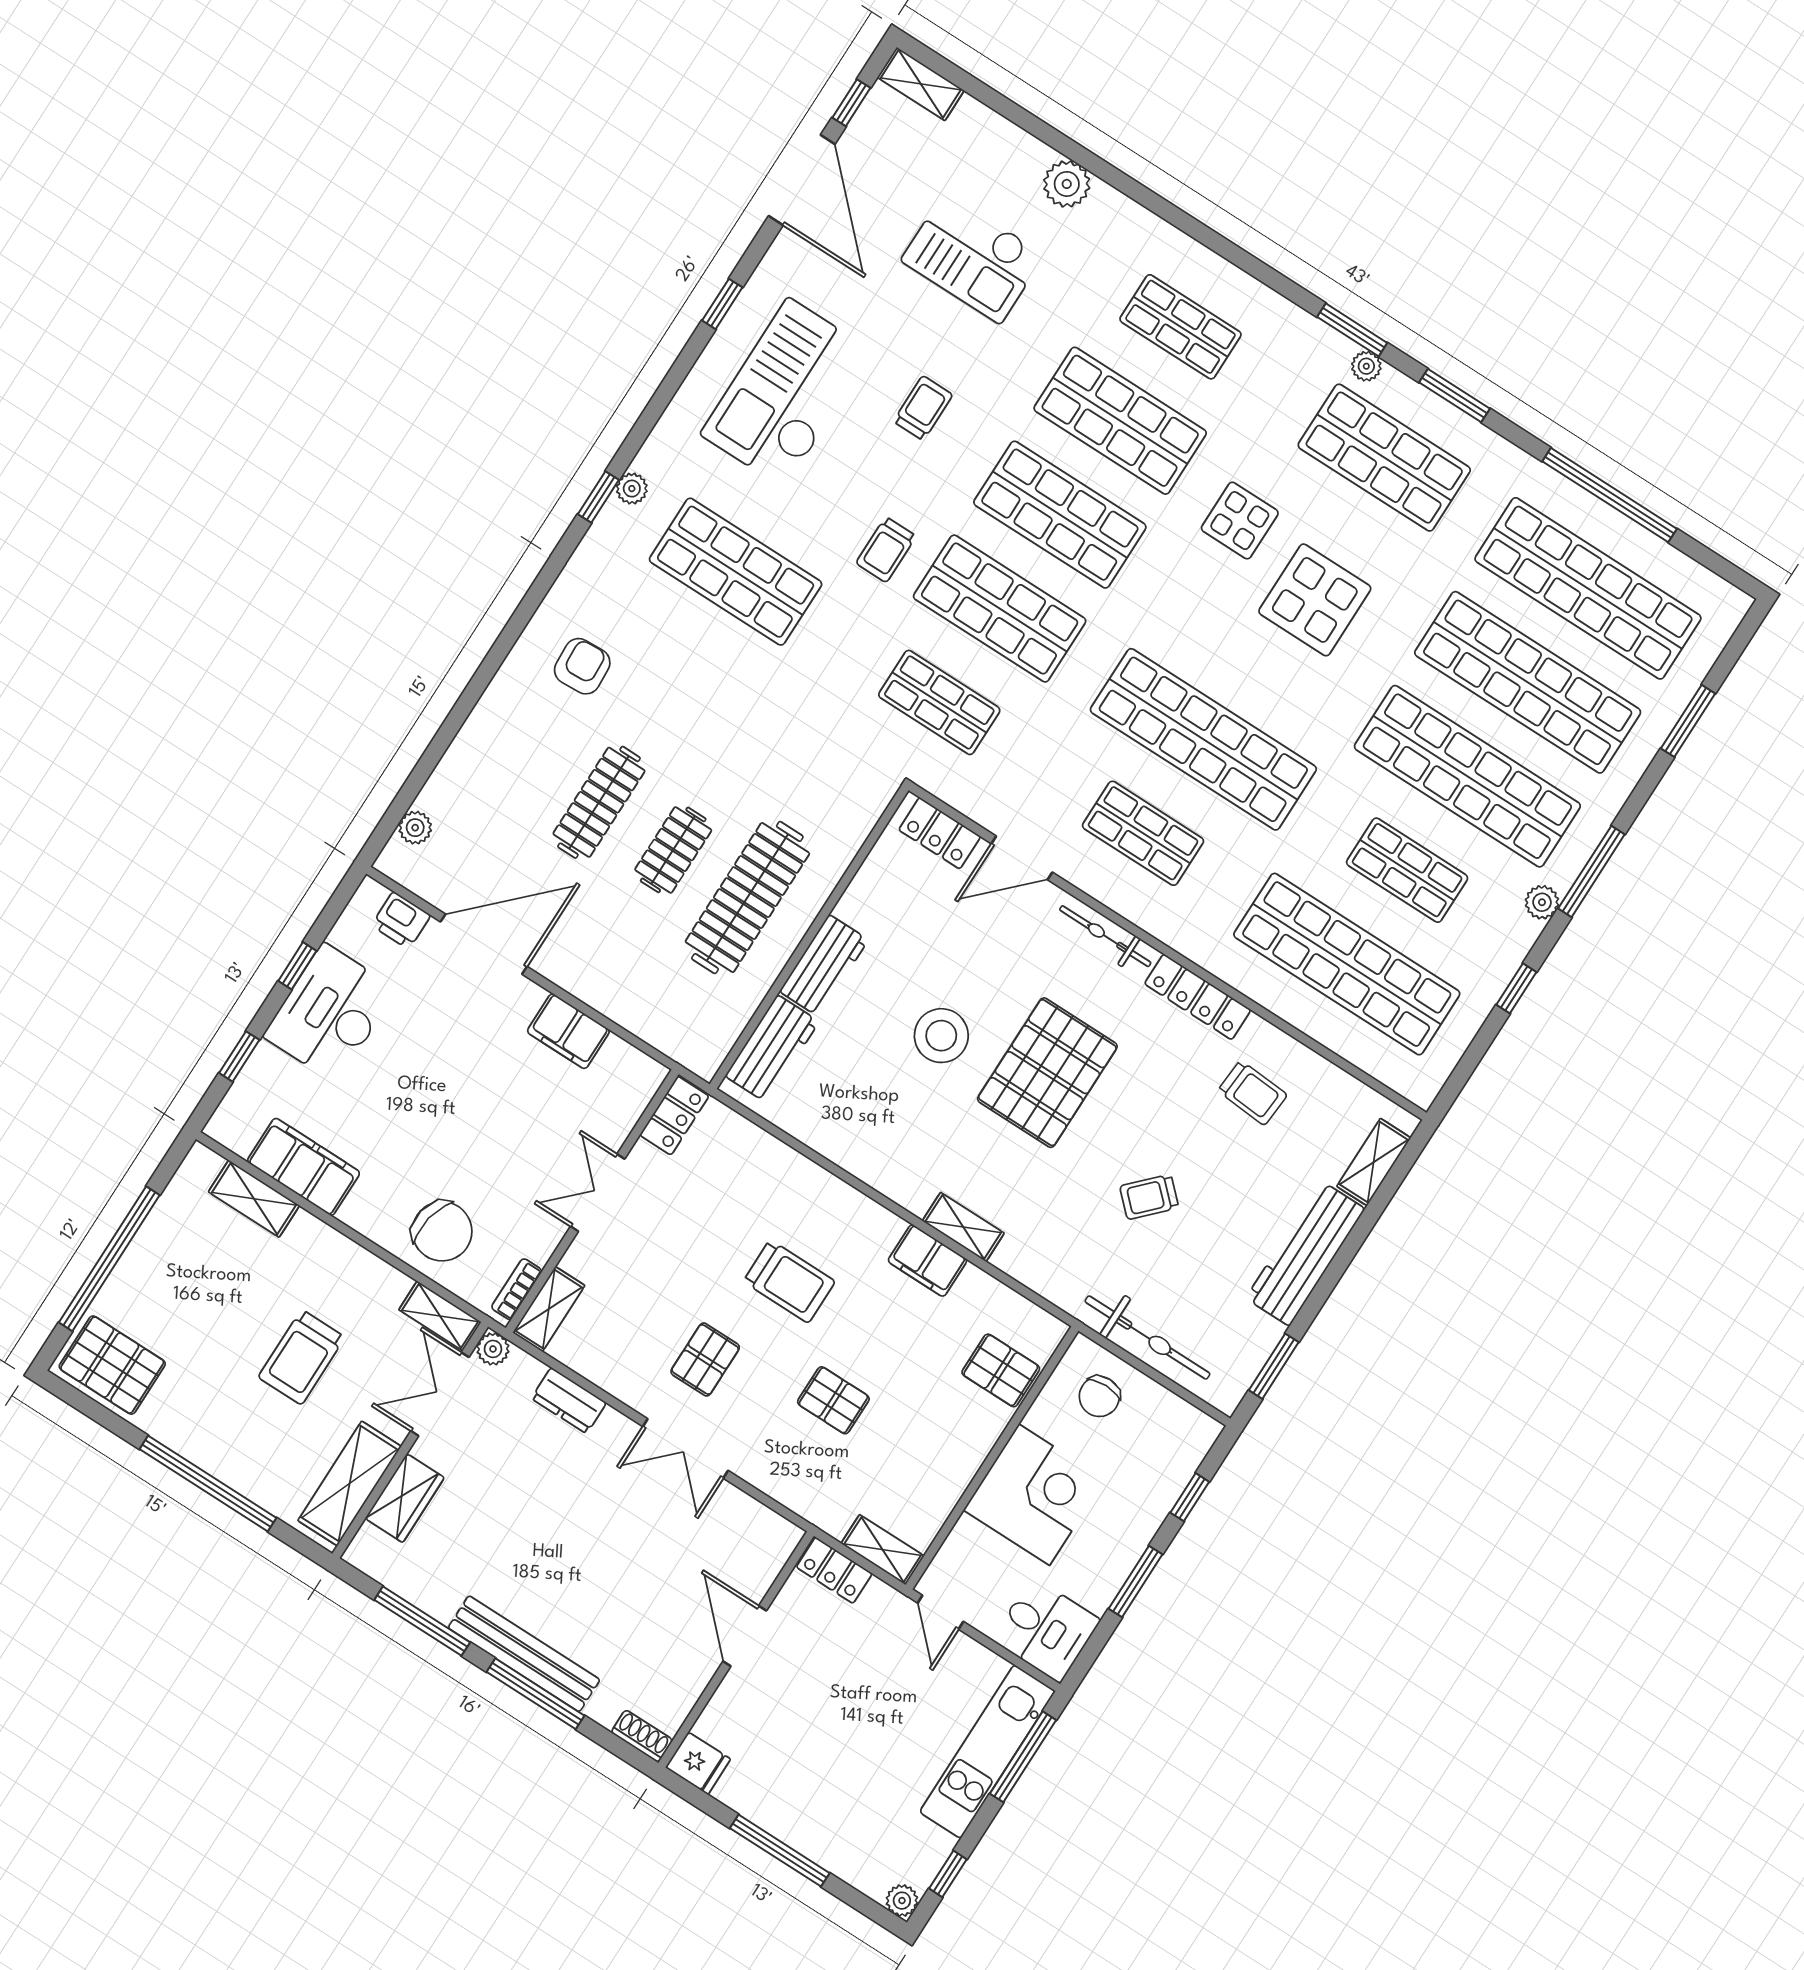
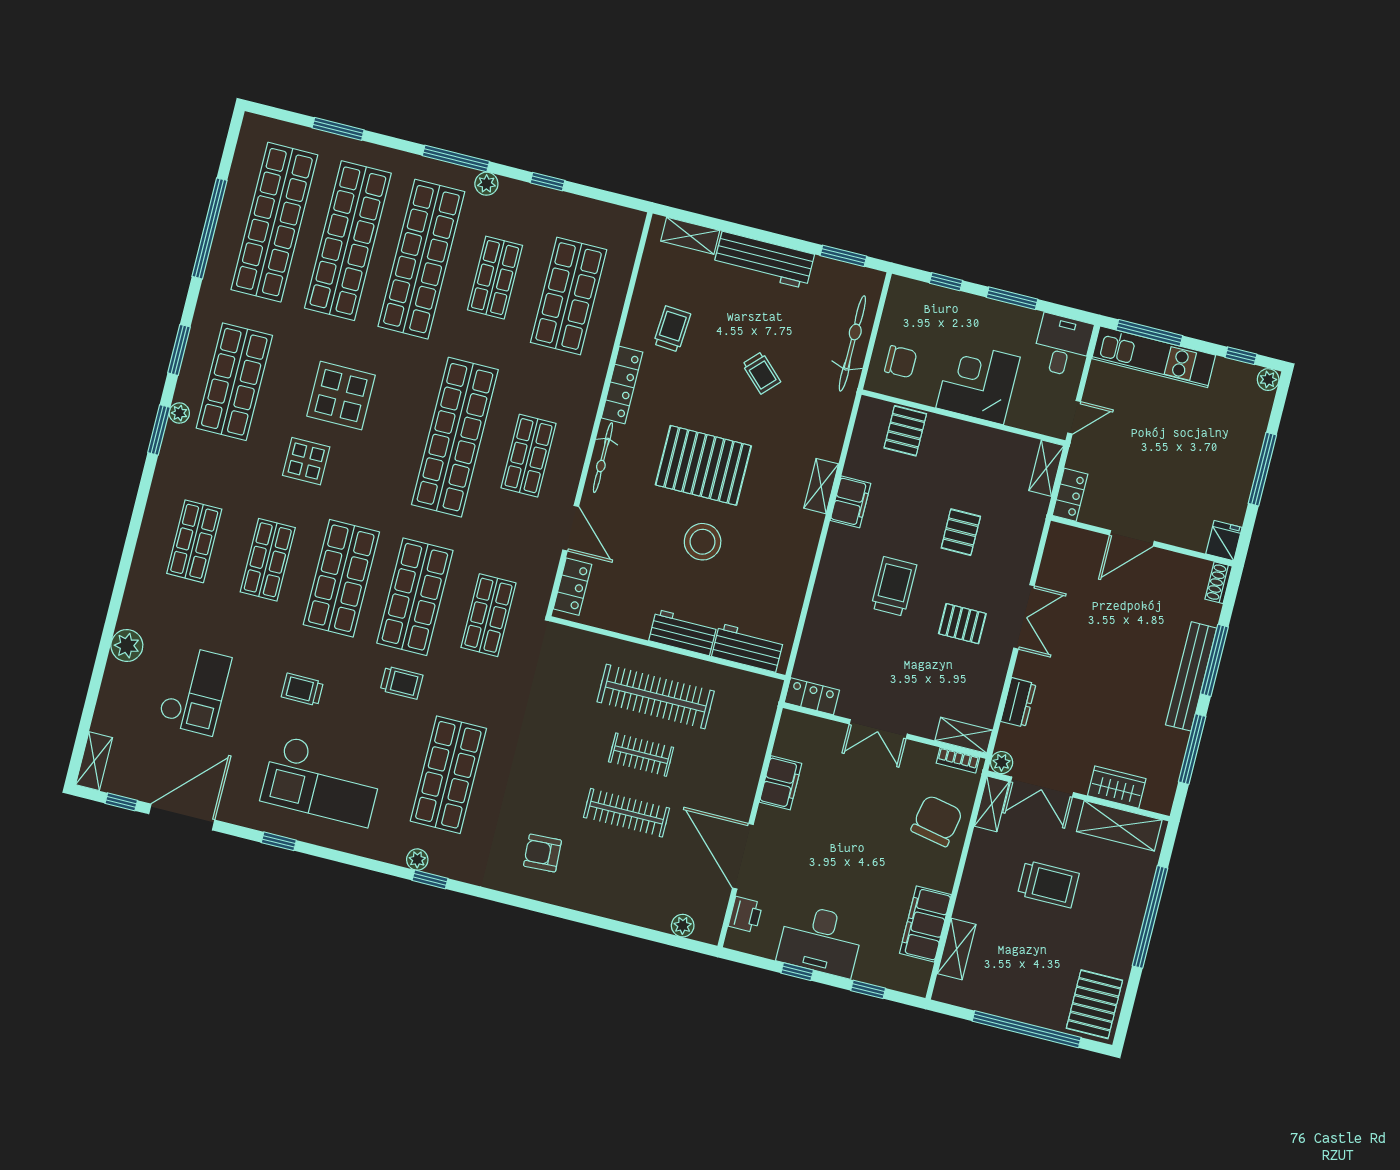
shop shelf: (1120, 421) -> (268, 560), width x0.70, depth x0.74
shop shelf: (1347, 964) -> (569, 296), width x0.71

